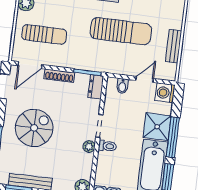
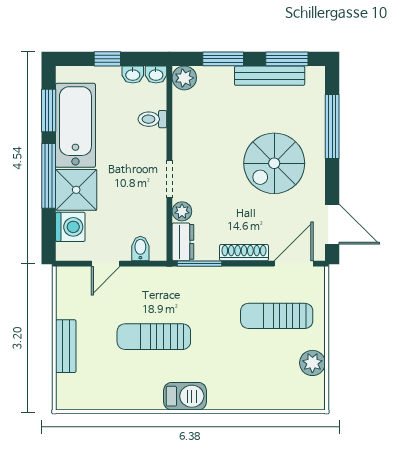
sun lounger: (121, 31) -> (154, 337), width x0.73, depth x0.75
bench: (174, 46) -> (66, 346), moved
washing machine: (165, 93) -> (70, 227), moved
toilet: (107, 146) -> (152, 119), moved
plant: (89, 147) -> (182, 211), moved

